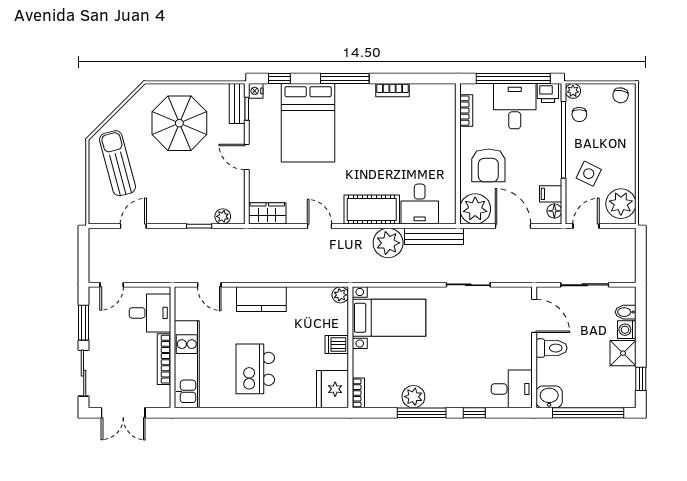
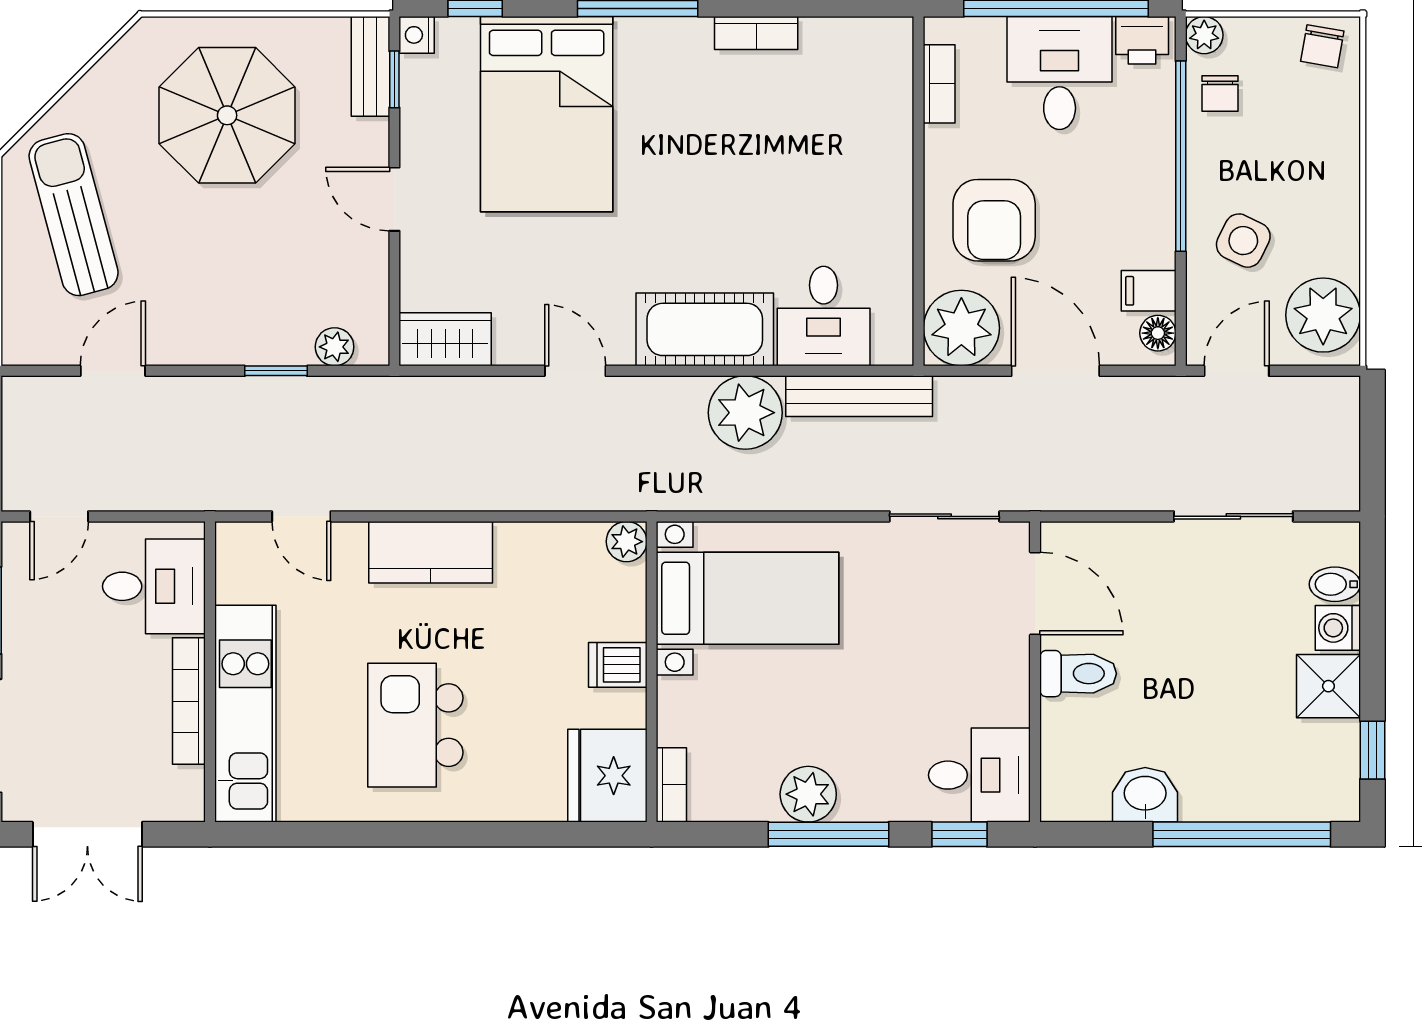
door: (534, 316) -> (1035, 594), moved
wall: (534, 347) -> (1035, 672), moved
toilet: (552, 348) -> (1078, 674), moved
desk: (512, 389) -> (979, 775), moved

